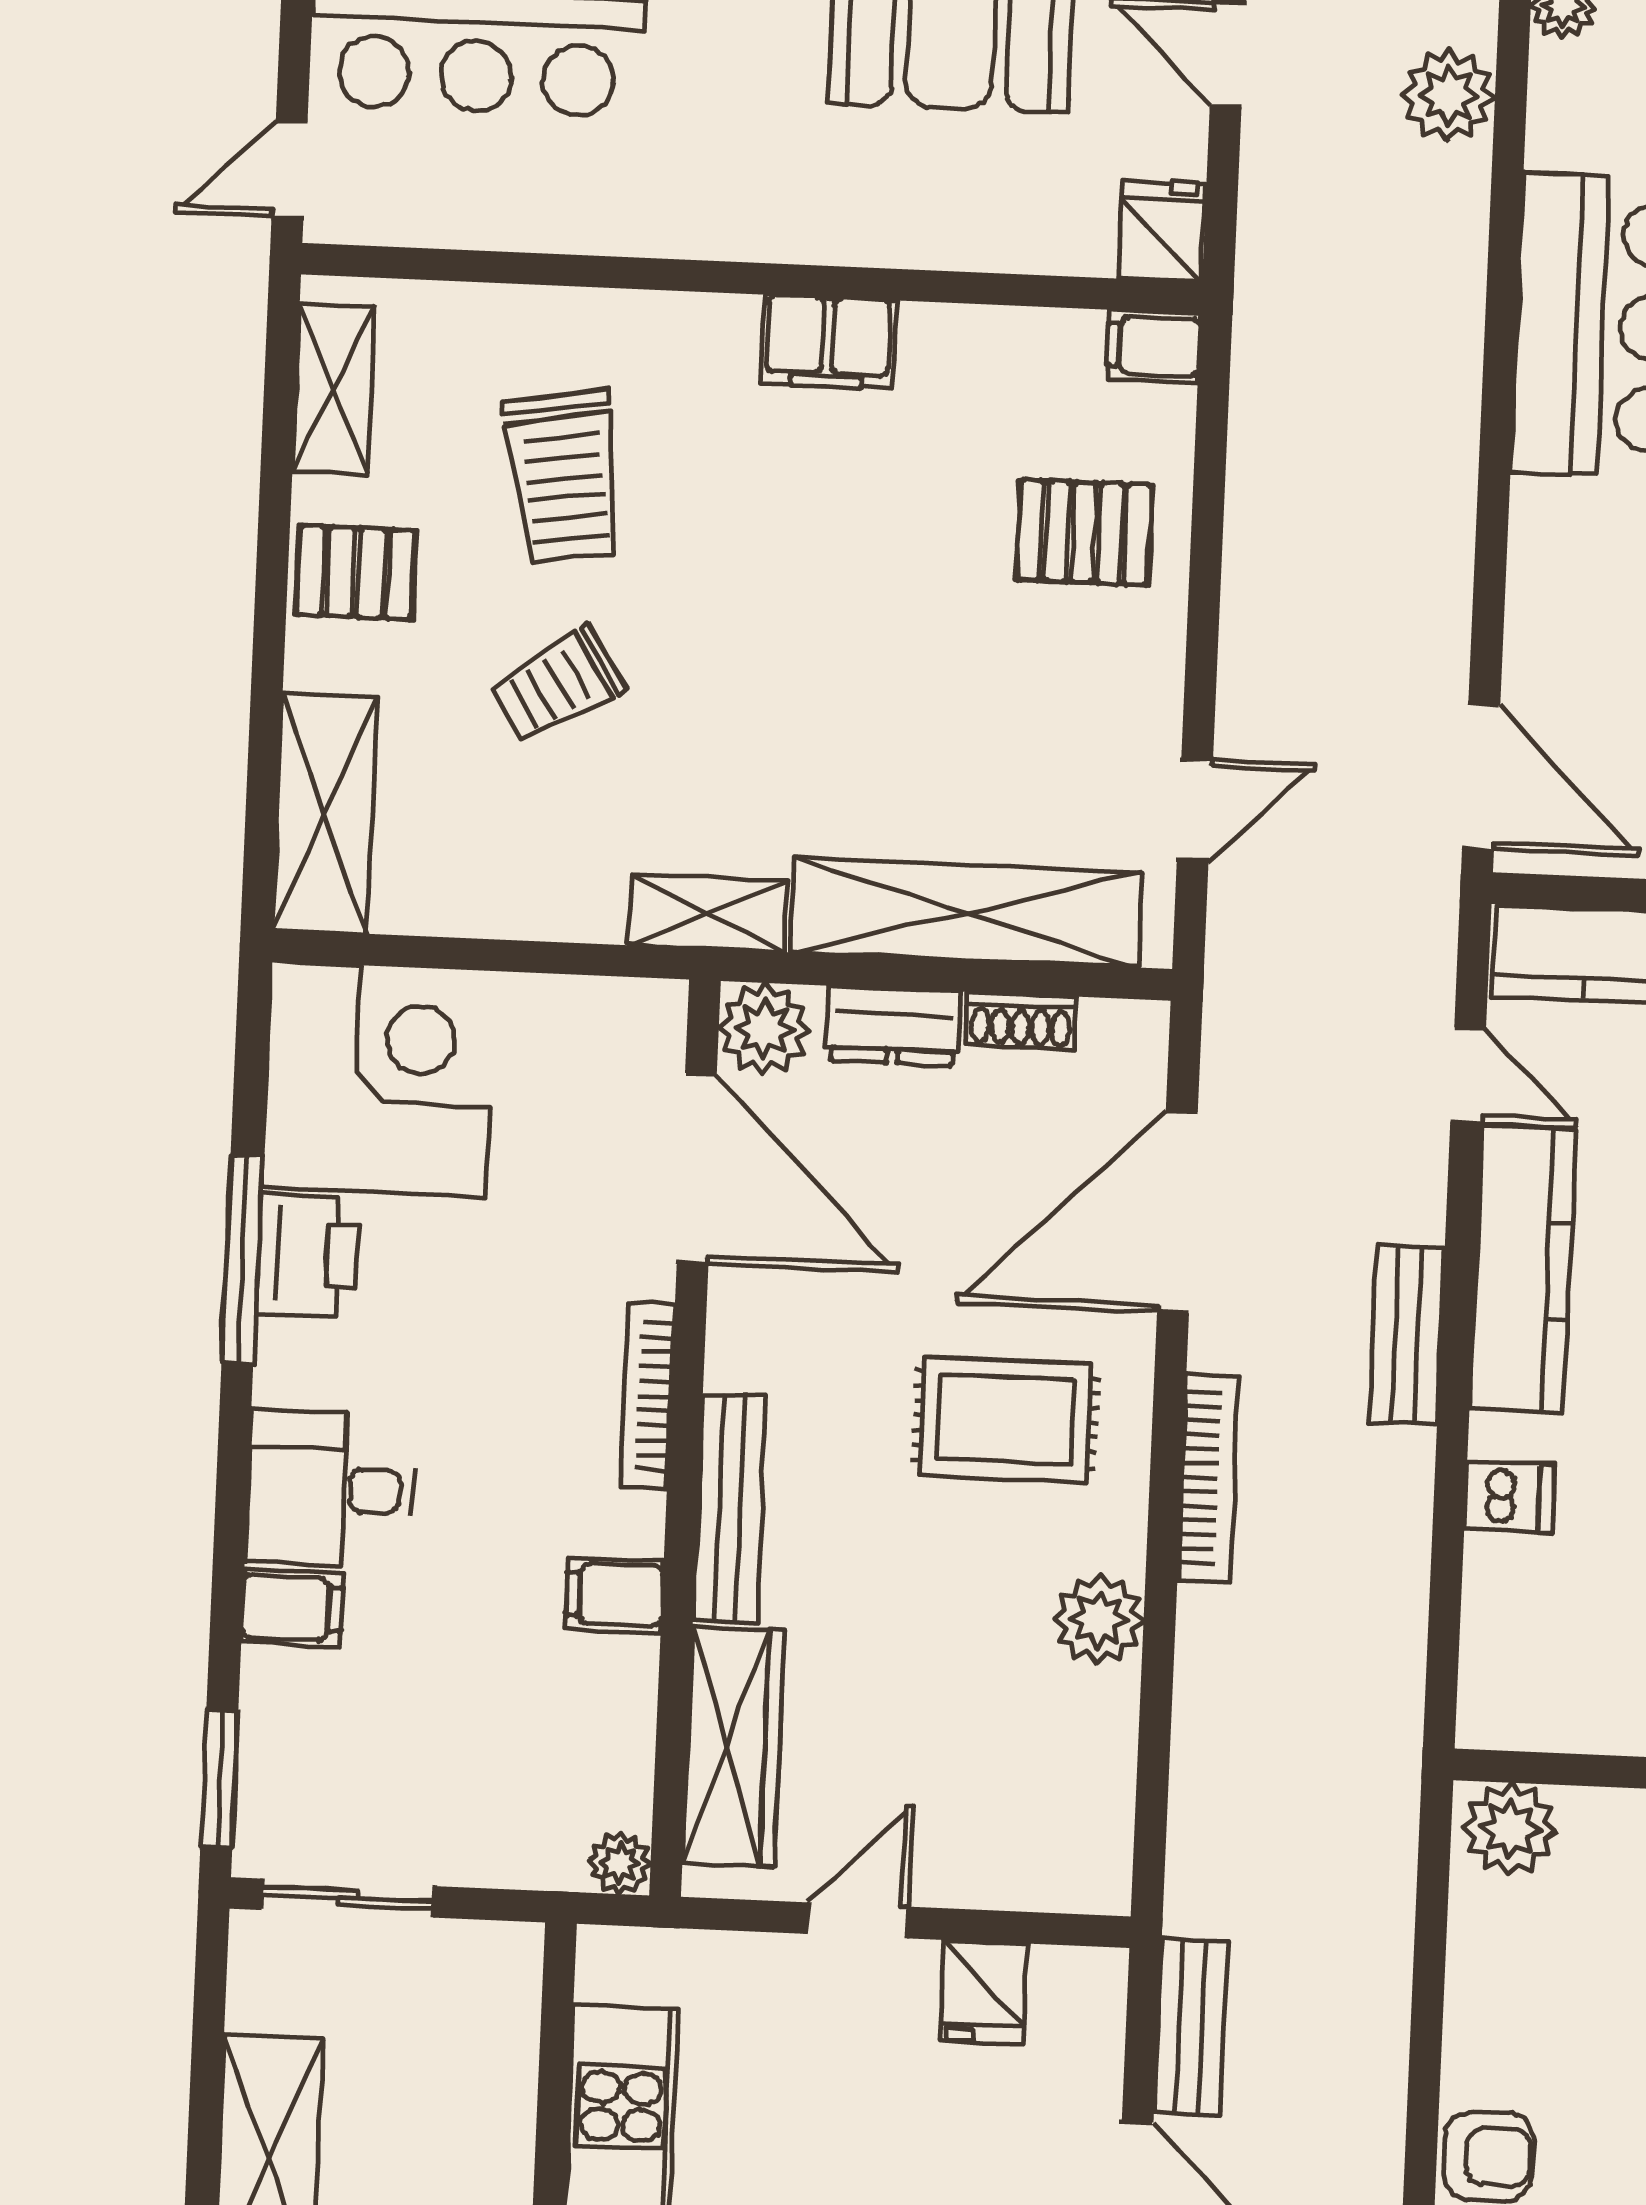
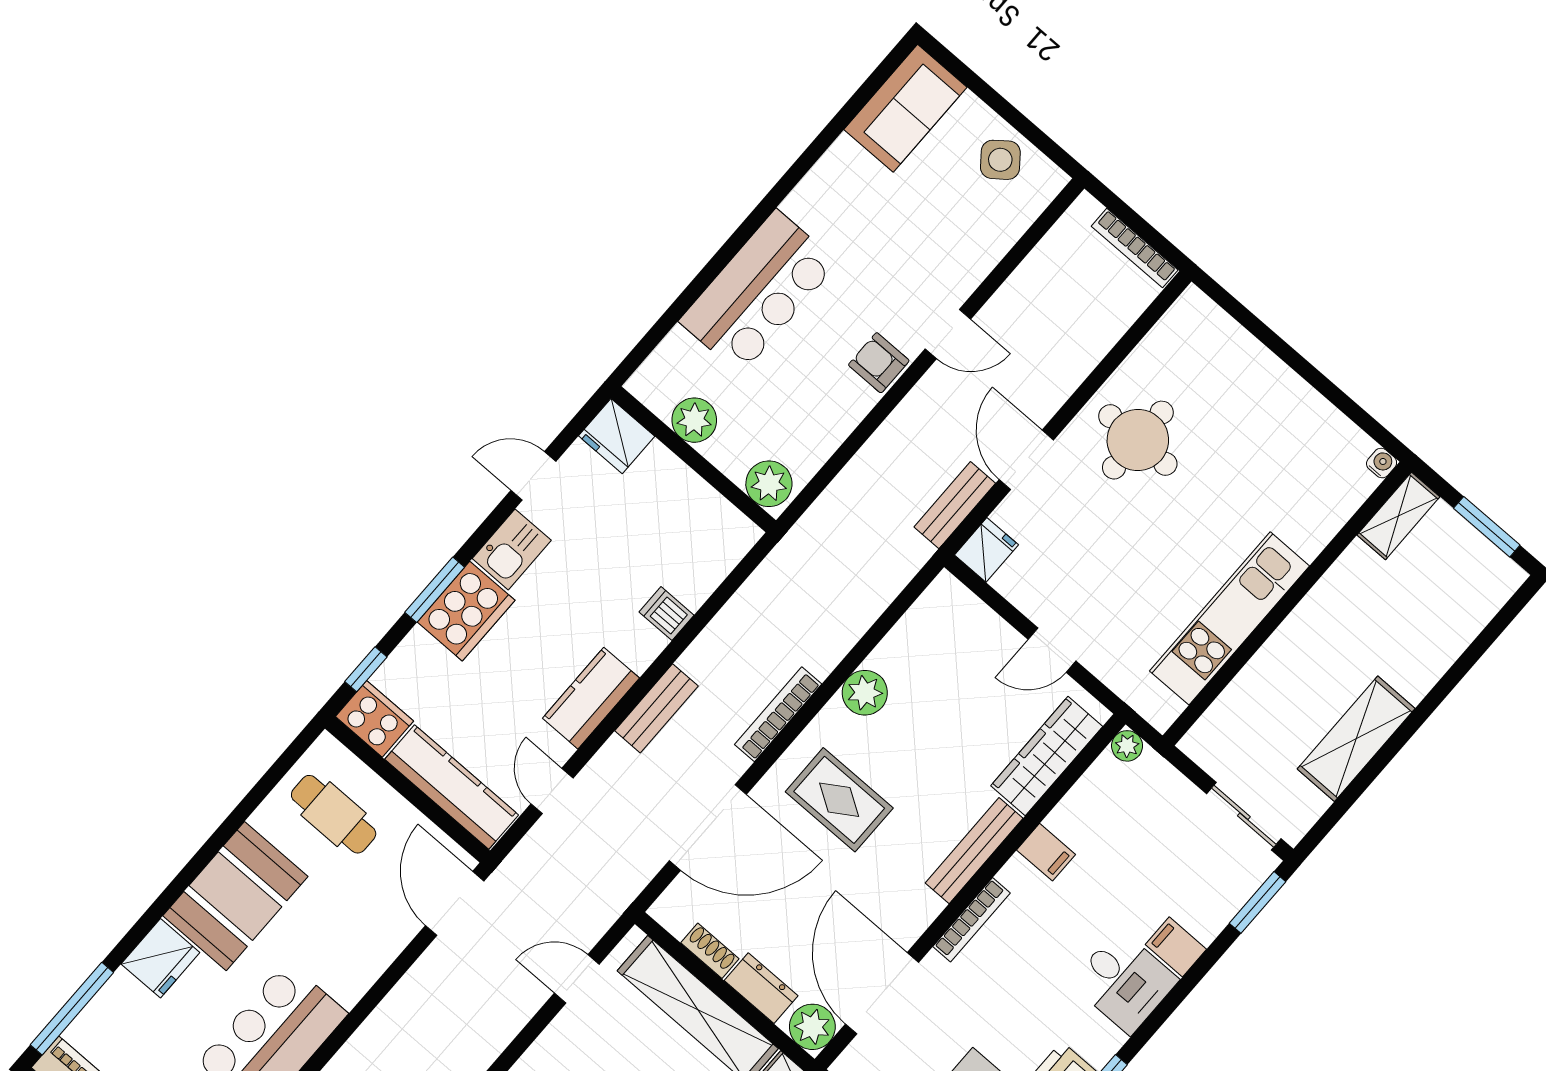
kitchen counter: (1523, 1270) -> (591, 698), width x0.67
fridge: (983, 1992) -> (986, 550), moved

